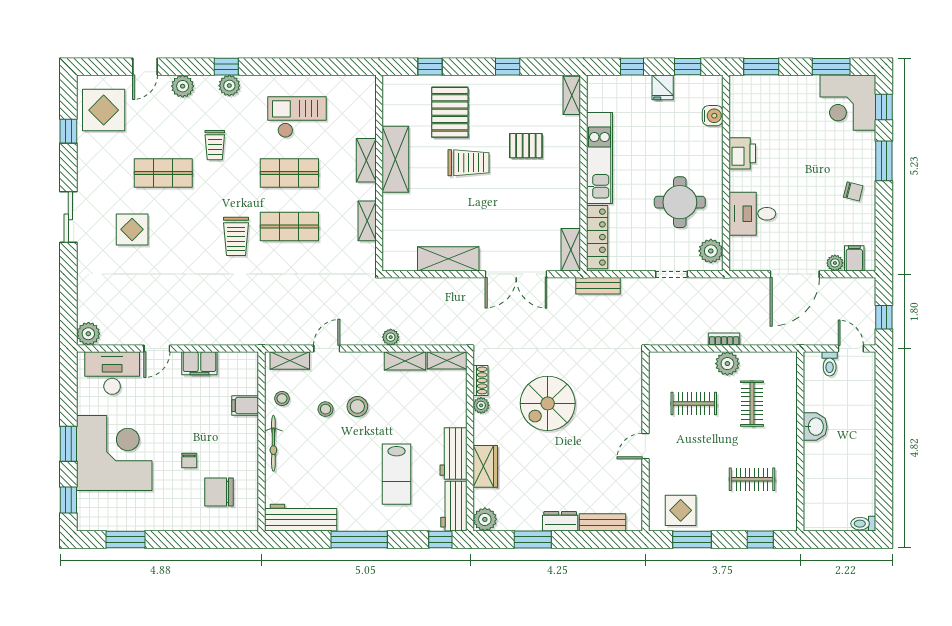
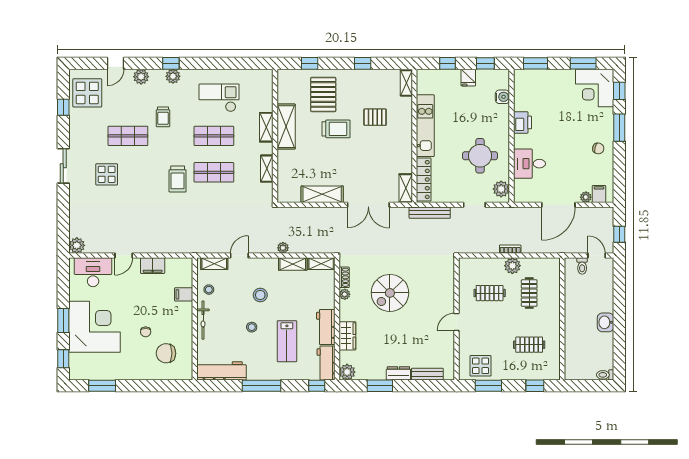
bench: (598, 286) -> (430, 213), width x1.36
stool: (326, 409) -> (252, 327), moved
washbasin: (815, 427) -> (606, 322), moved, turned 180

